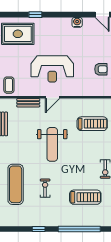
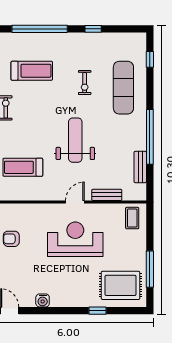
treadmill: (85, 197) -> (32, 71), turned 180

